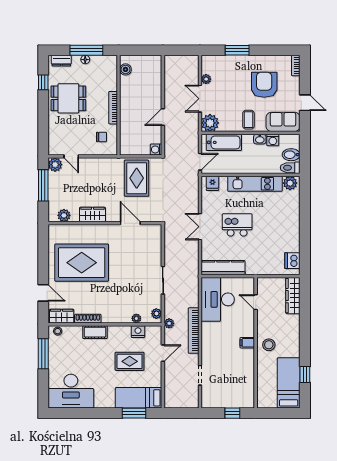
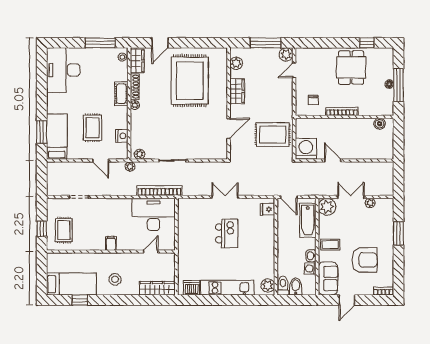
dresser: (61, 61) -> (388, 61), removed
washing machine: (156, 149) -> (306, 149), width x1.89, depth x1.89
kitchen unit: (255, 184) -> (227, 288), moved, turned 90
kitchen counter: (223, 268) -> (185, 220), removed
plant: (136, 318) -> (135, 105), moved
bookcase: (194, 331) -> (159, 191), moved
stool: (269, 345) -> (115, 279), moved
rug: (234, 391) -> (64, 230), added

